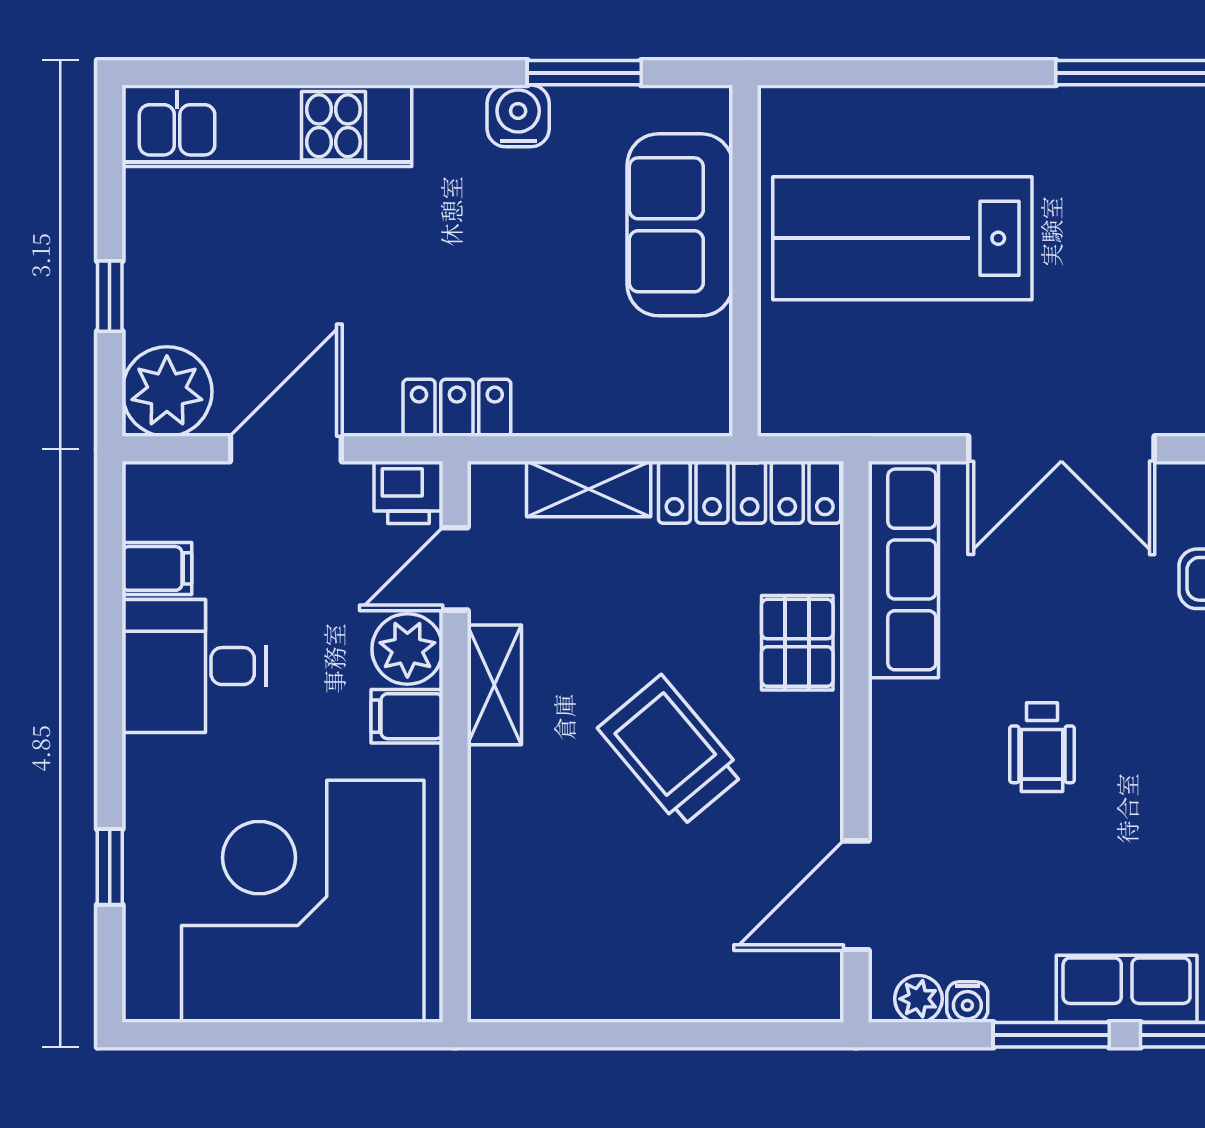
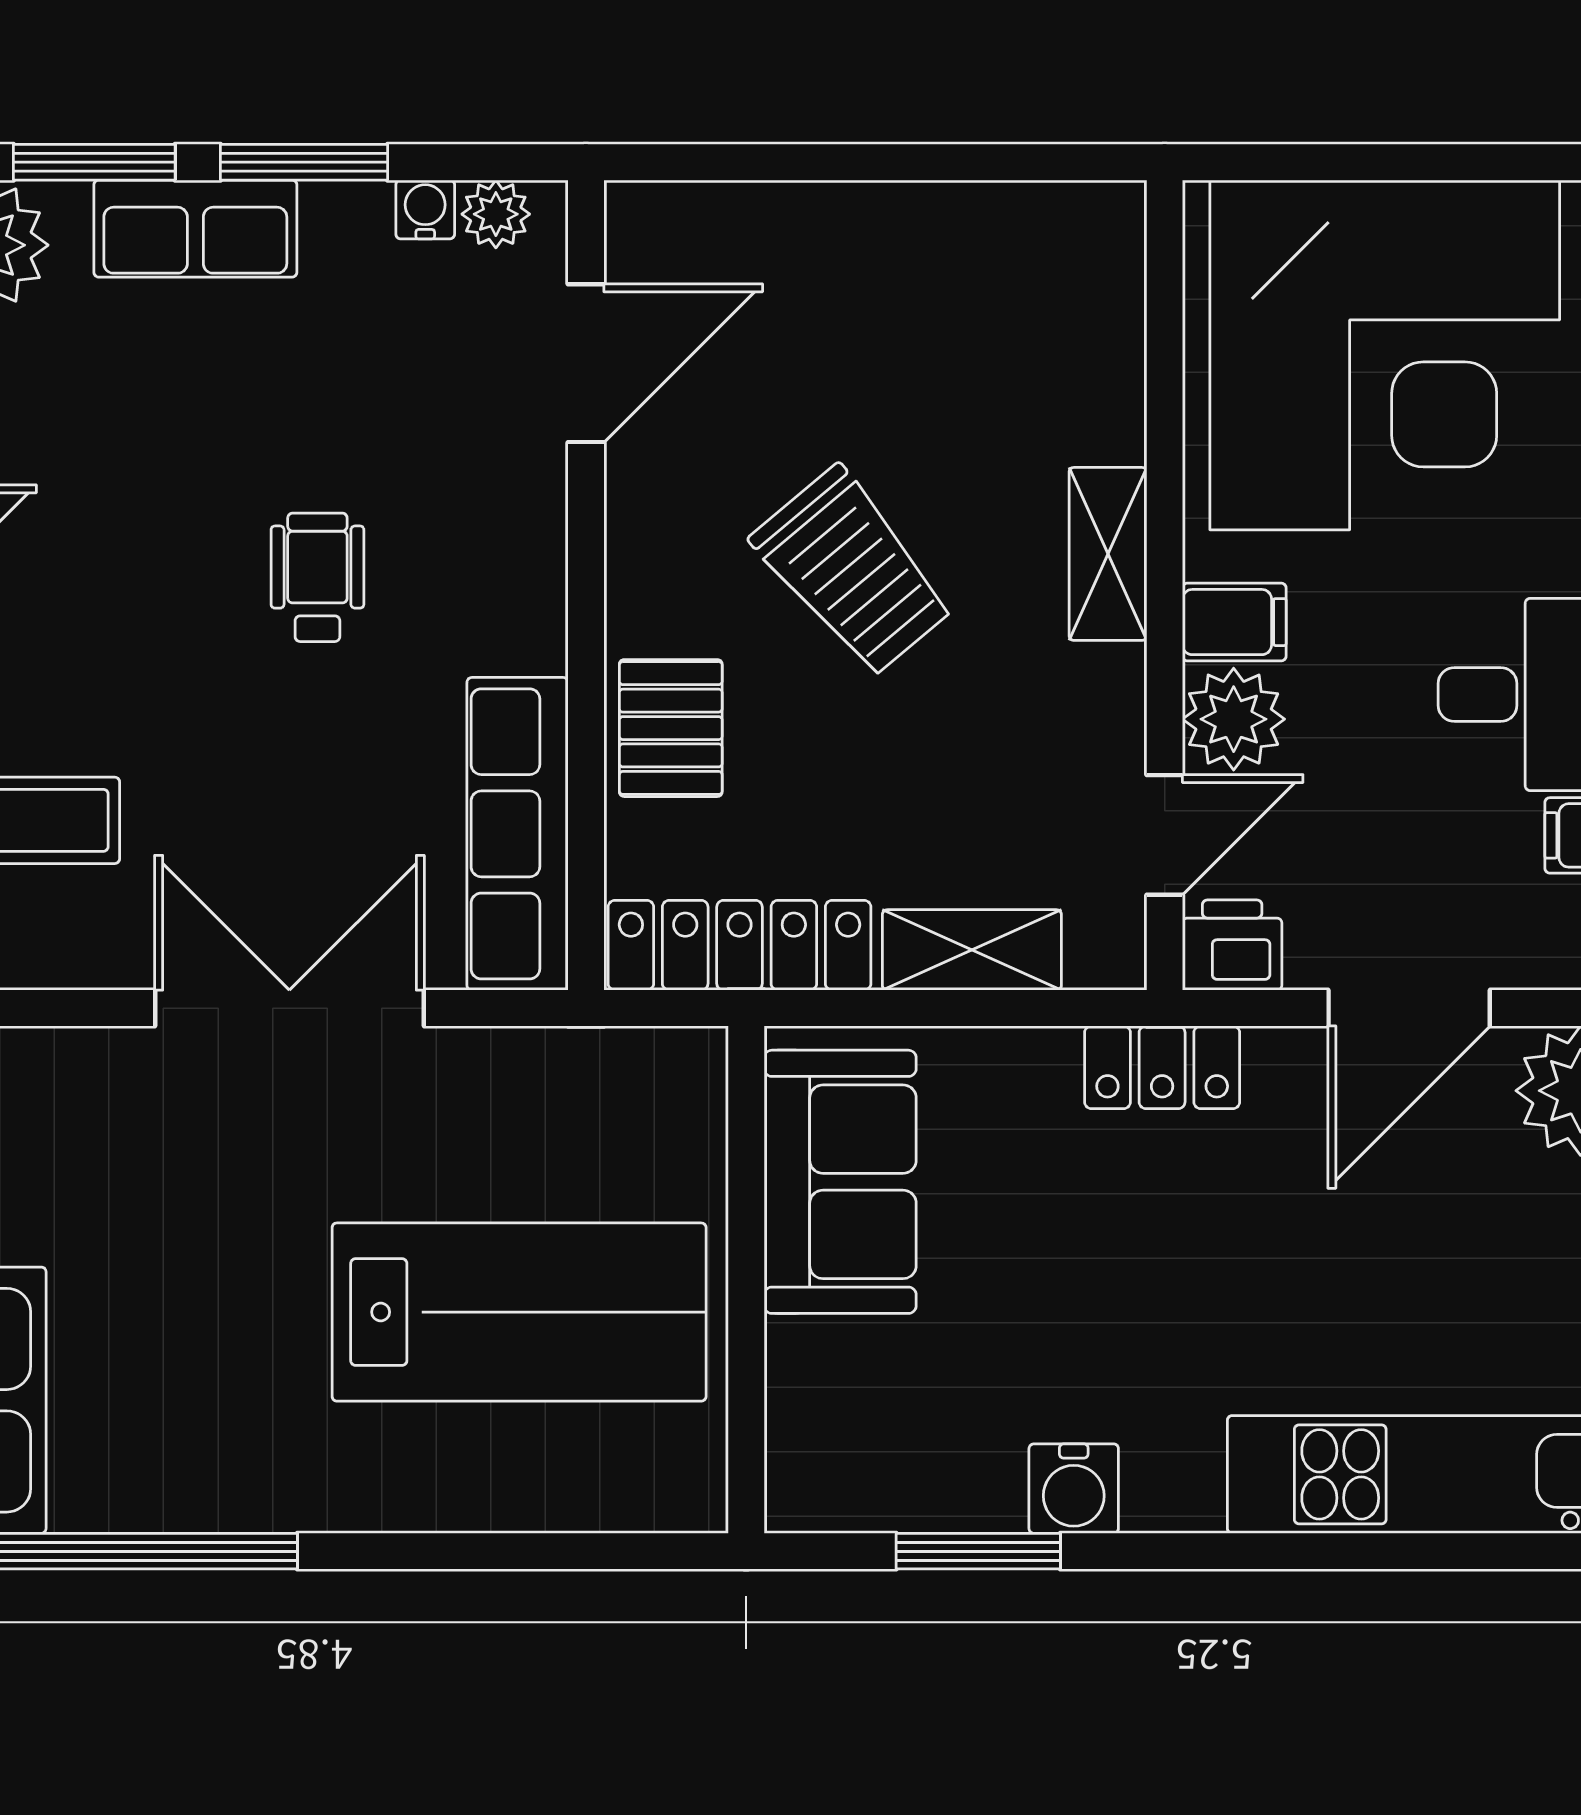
sofa: (680, 225) -> (840, 1182), moved
shelving: (494, 685) -> (1108, 554), moved

